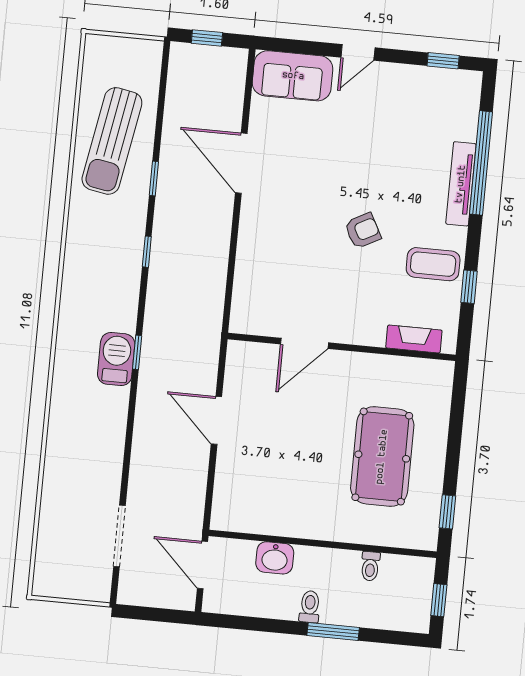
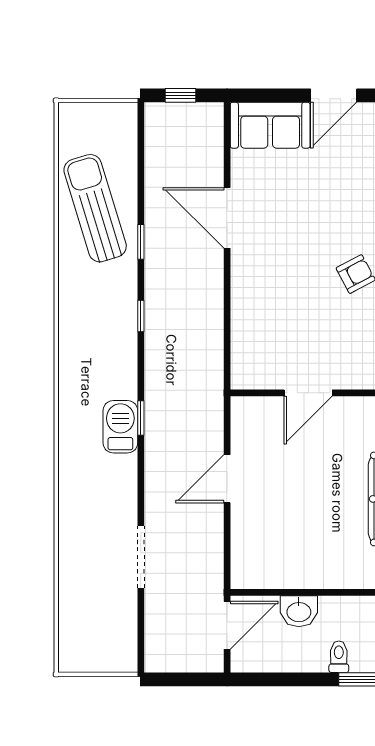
door: (358, 52) -> (334, 95), width x1.37
sun lounger: (112, 141) -> (95, 208), turned 153
door: (216, 420) -> (227, 479), hinge flipped
doorway: (119, 536) -> (141, 557), moved
door: (203, 565) -> (227, 625), swing flipped

